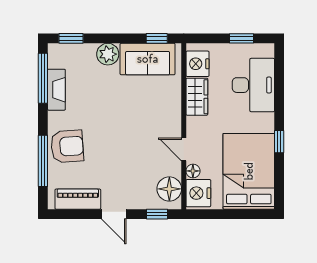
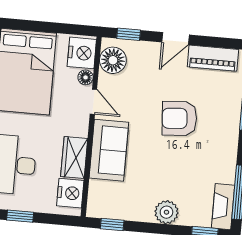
sofa: (148, 59) -> (109, 150), moved, turned 90
fireplace: (56, 90) -> (223, 207), moved
armchair: (67, 146) -> (179, 118), moved
door: (114, 214) -> (176, 38), swing flipped

